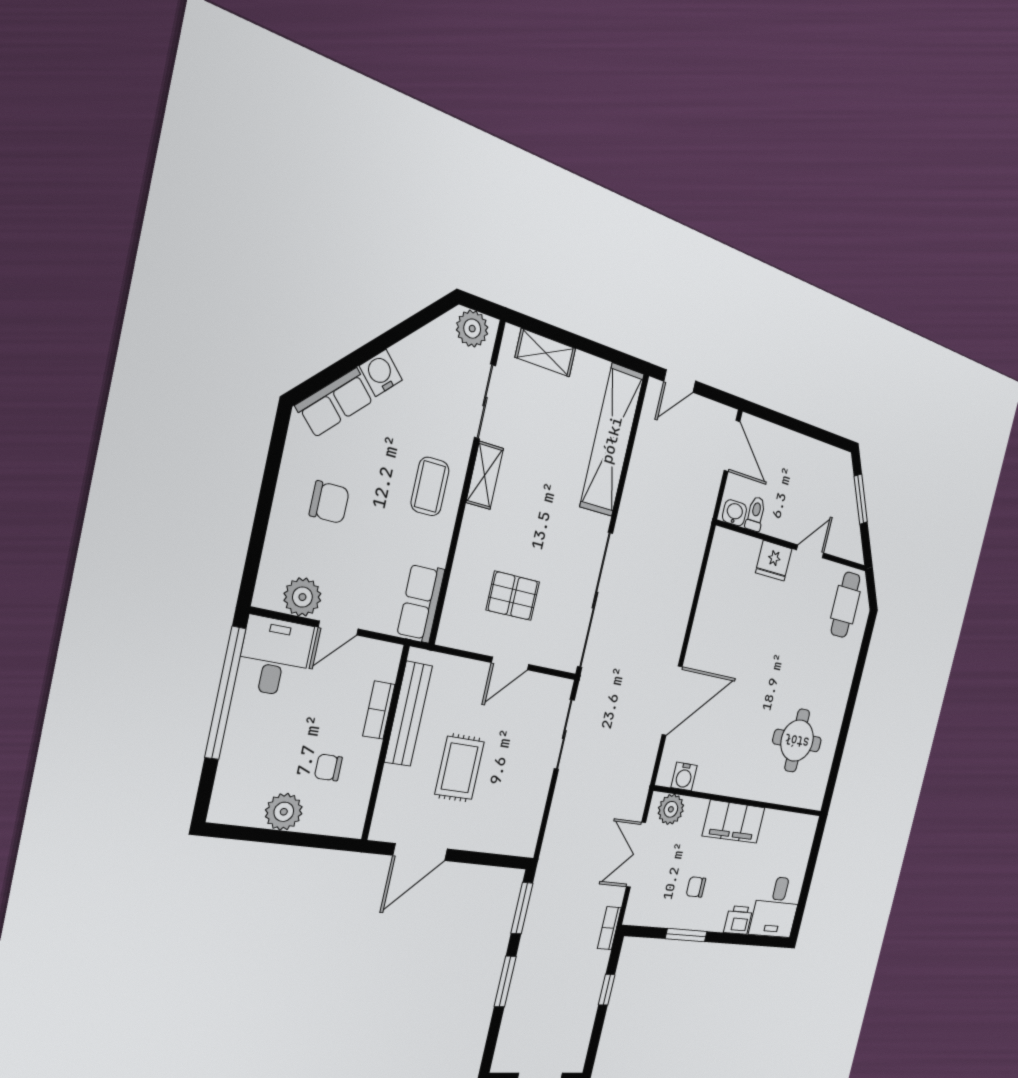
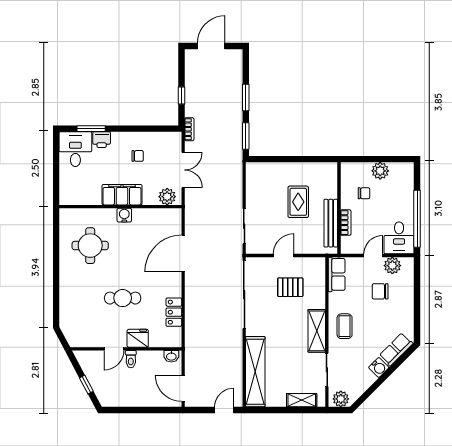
shelving: (485, 475) -> (317, 331), width x1.50, depth x1.33
window: (861, 499) -> (86, 385), width x0.67
chair: (329, 502) -> (380, 291), moved
toilet: (756, 514) -> (131, 359), moved
locker: (711, 594) -> (174, 312), added
cafe table: (845, 605) -> (123, 298), moved, turned 90
water cooler: (684, 776) -> (124, 215), moved
door: (420, 852) -> (309, 159), removed
window: (686, 935) -> (91, 129), moved

